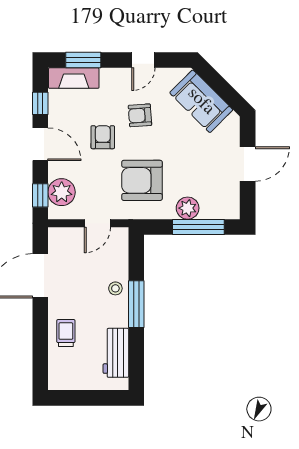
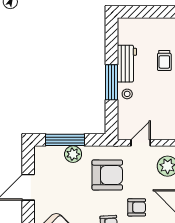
armchair: (103, 137) -> (137, 207), turned -90
workbench: (116, 353) -> (127, 64), moved

